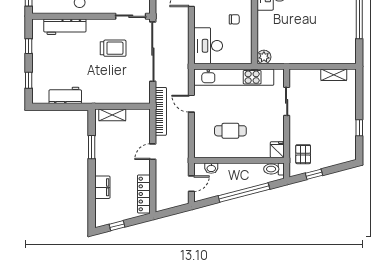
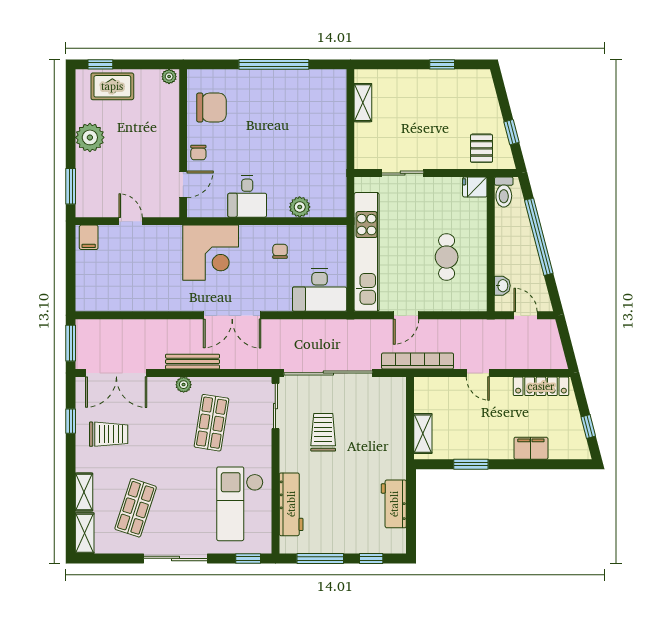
window: (29, 46) -> (320, 558), width x2.17
plant: (264, 57) -> (300, 207), moved
pallet: (303, 154) -> (481, 148), turned 90

